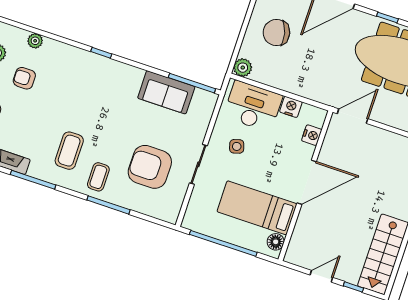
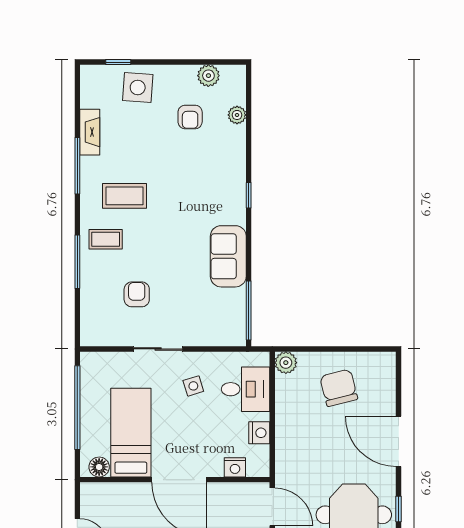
armchair: (24, 78) -> (190, 117), turned 180
sofa: (166, 92) -> (228, 256), moved
desk: (253, 106) -> (246, 389), width x0.73
armchair: (150, 167) -> (137, 294), width x0.53, depth x0.53

